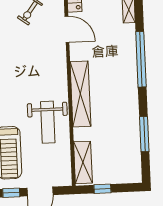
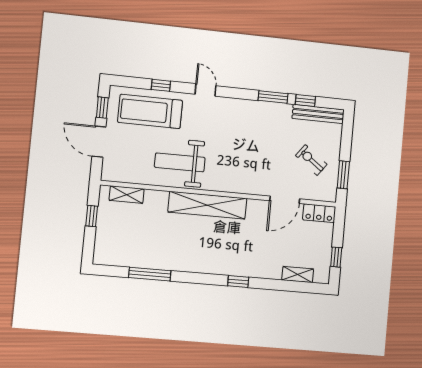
window: (141, 59) -> (238, 282), width x0.32
shelving: (83, 162) -> (127, 195), width x0.67, depth x0.75

